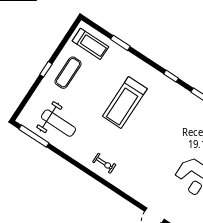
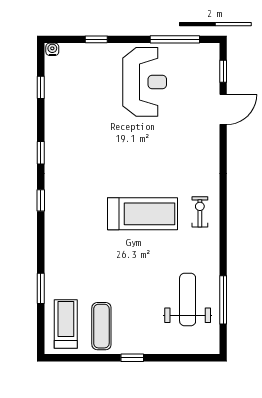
exercise mat: (68, 73) -> (101, 326), moved, turned 90
treadmill: (125, 102) -> (142, 214), moved
window: (34, 136) -> (223, 300), moved

